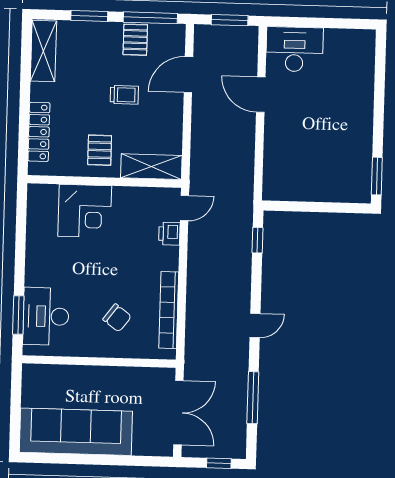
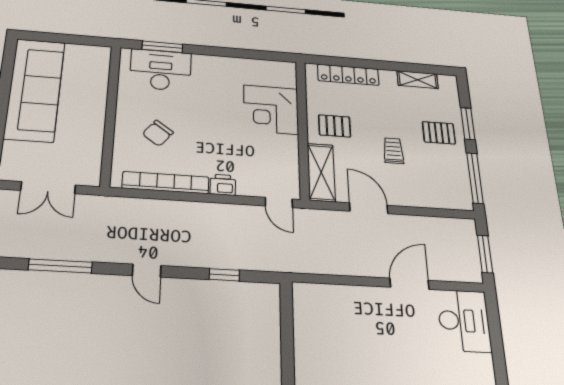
pallet: (135, 40) -> (439, 133), moved
shelving: (43, 51) -> (418, 80), width x0.67, depth x0.75
door: (188, 75) -> (369, 208), moved
trolley: (124, 95) -> (393, 151), turned 180
printer: (169, 234) -> (223, 185), moved
window: (257, 240) -> (224, 275), moved
double door: (178, 413) -> (48, 188), width x0.73

